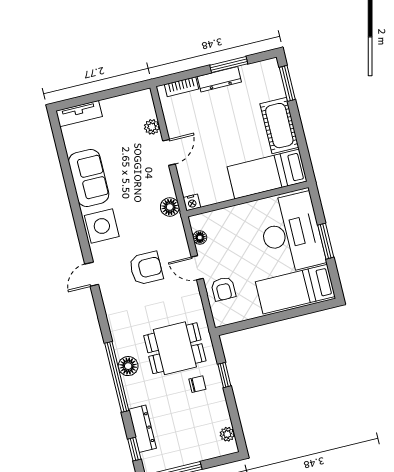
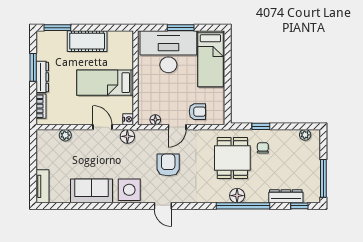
door: (169, 152) -> (102, 127), moved
bed: (267, 174) -> (105, 83), moved, turned 90

